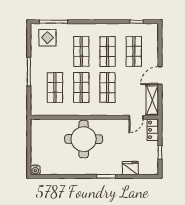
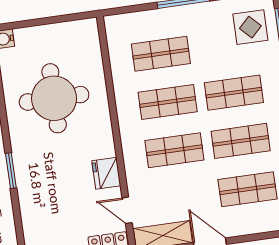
round table: (84, 139) -> (54, 98), moved
fridge: (130, 168) -> (106, 173), moved, turned 180

